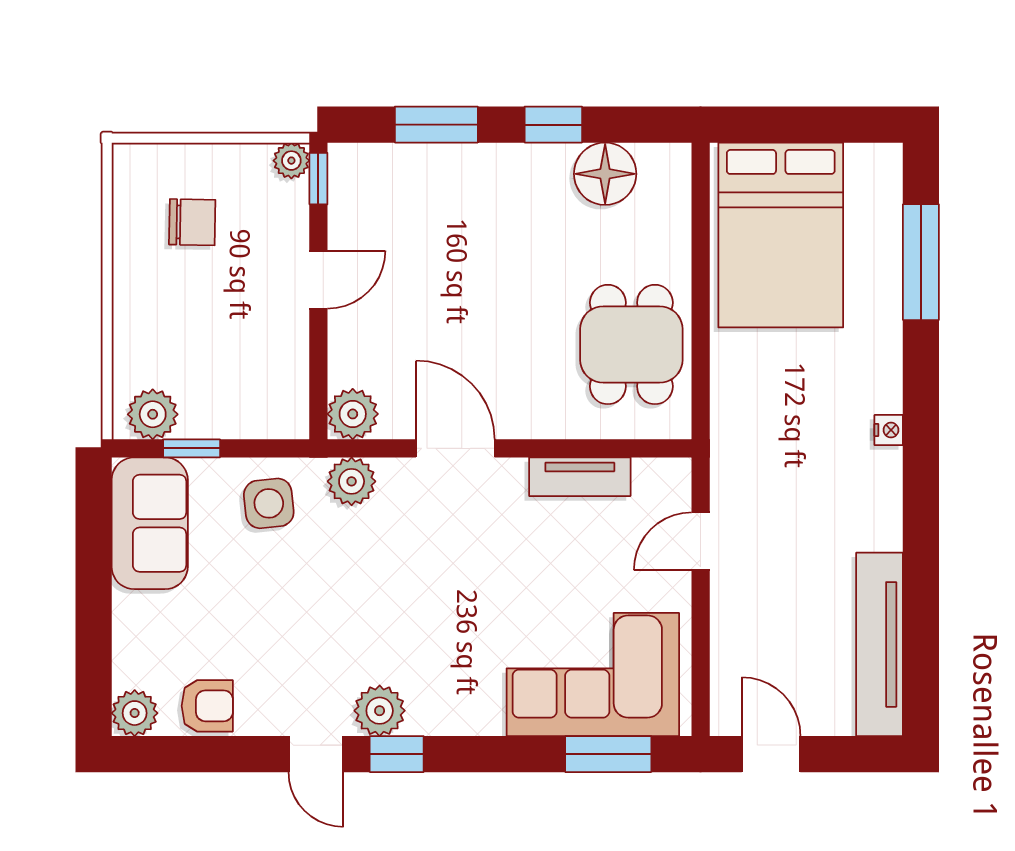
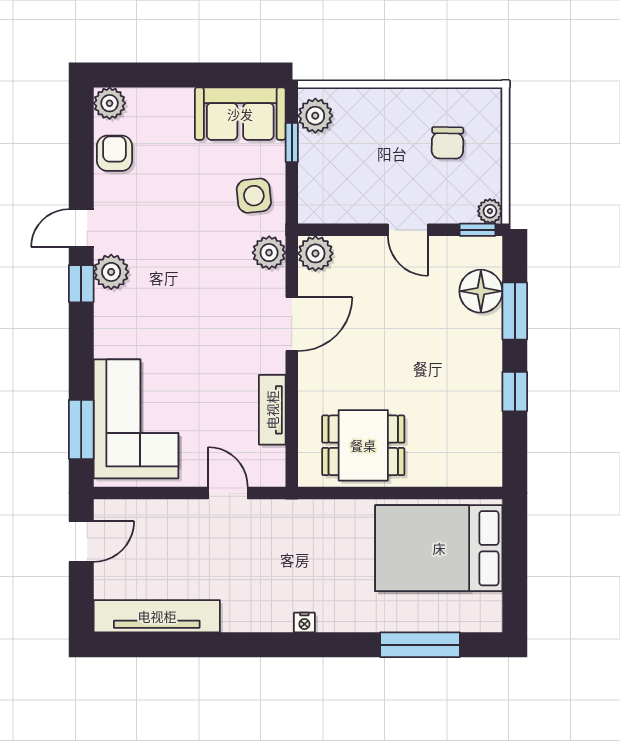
floor lamp: (605, 174) -> (481, 291), moved
armchair: (207, 706) -> (114, 153), turned 180

